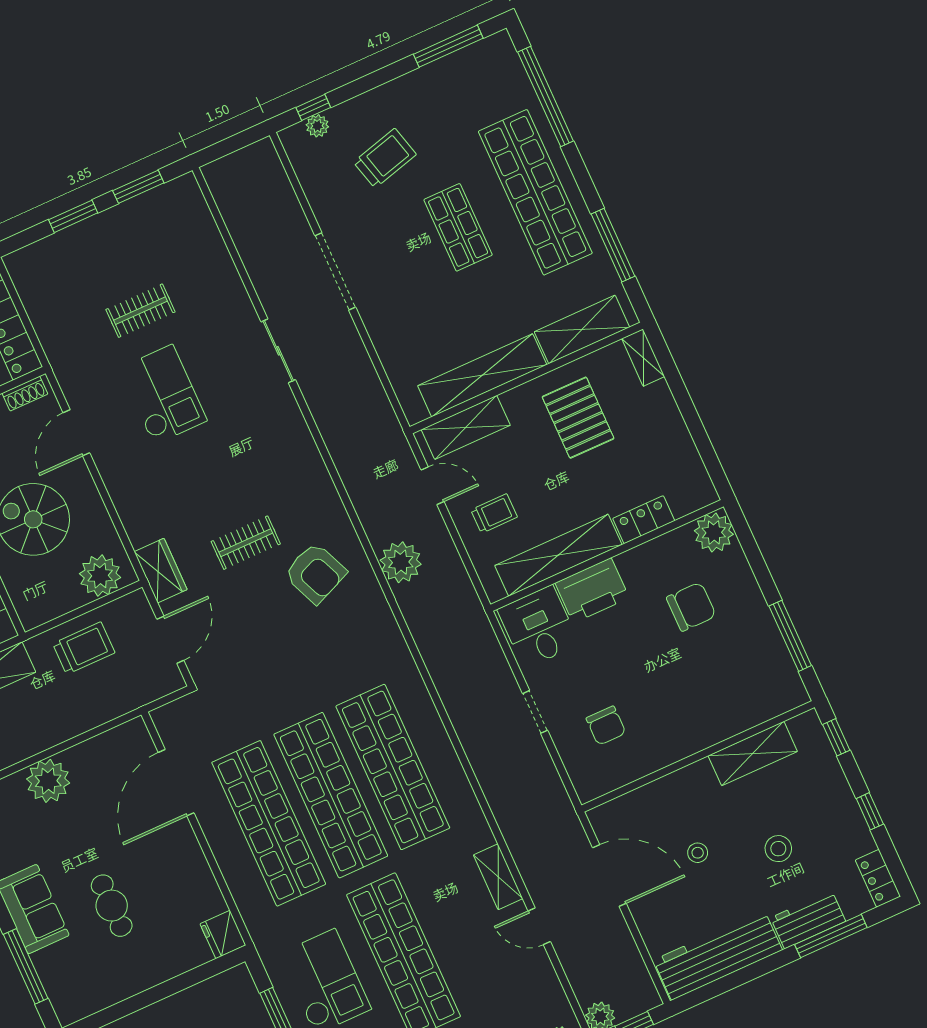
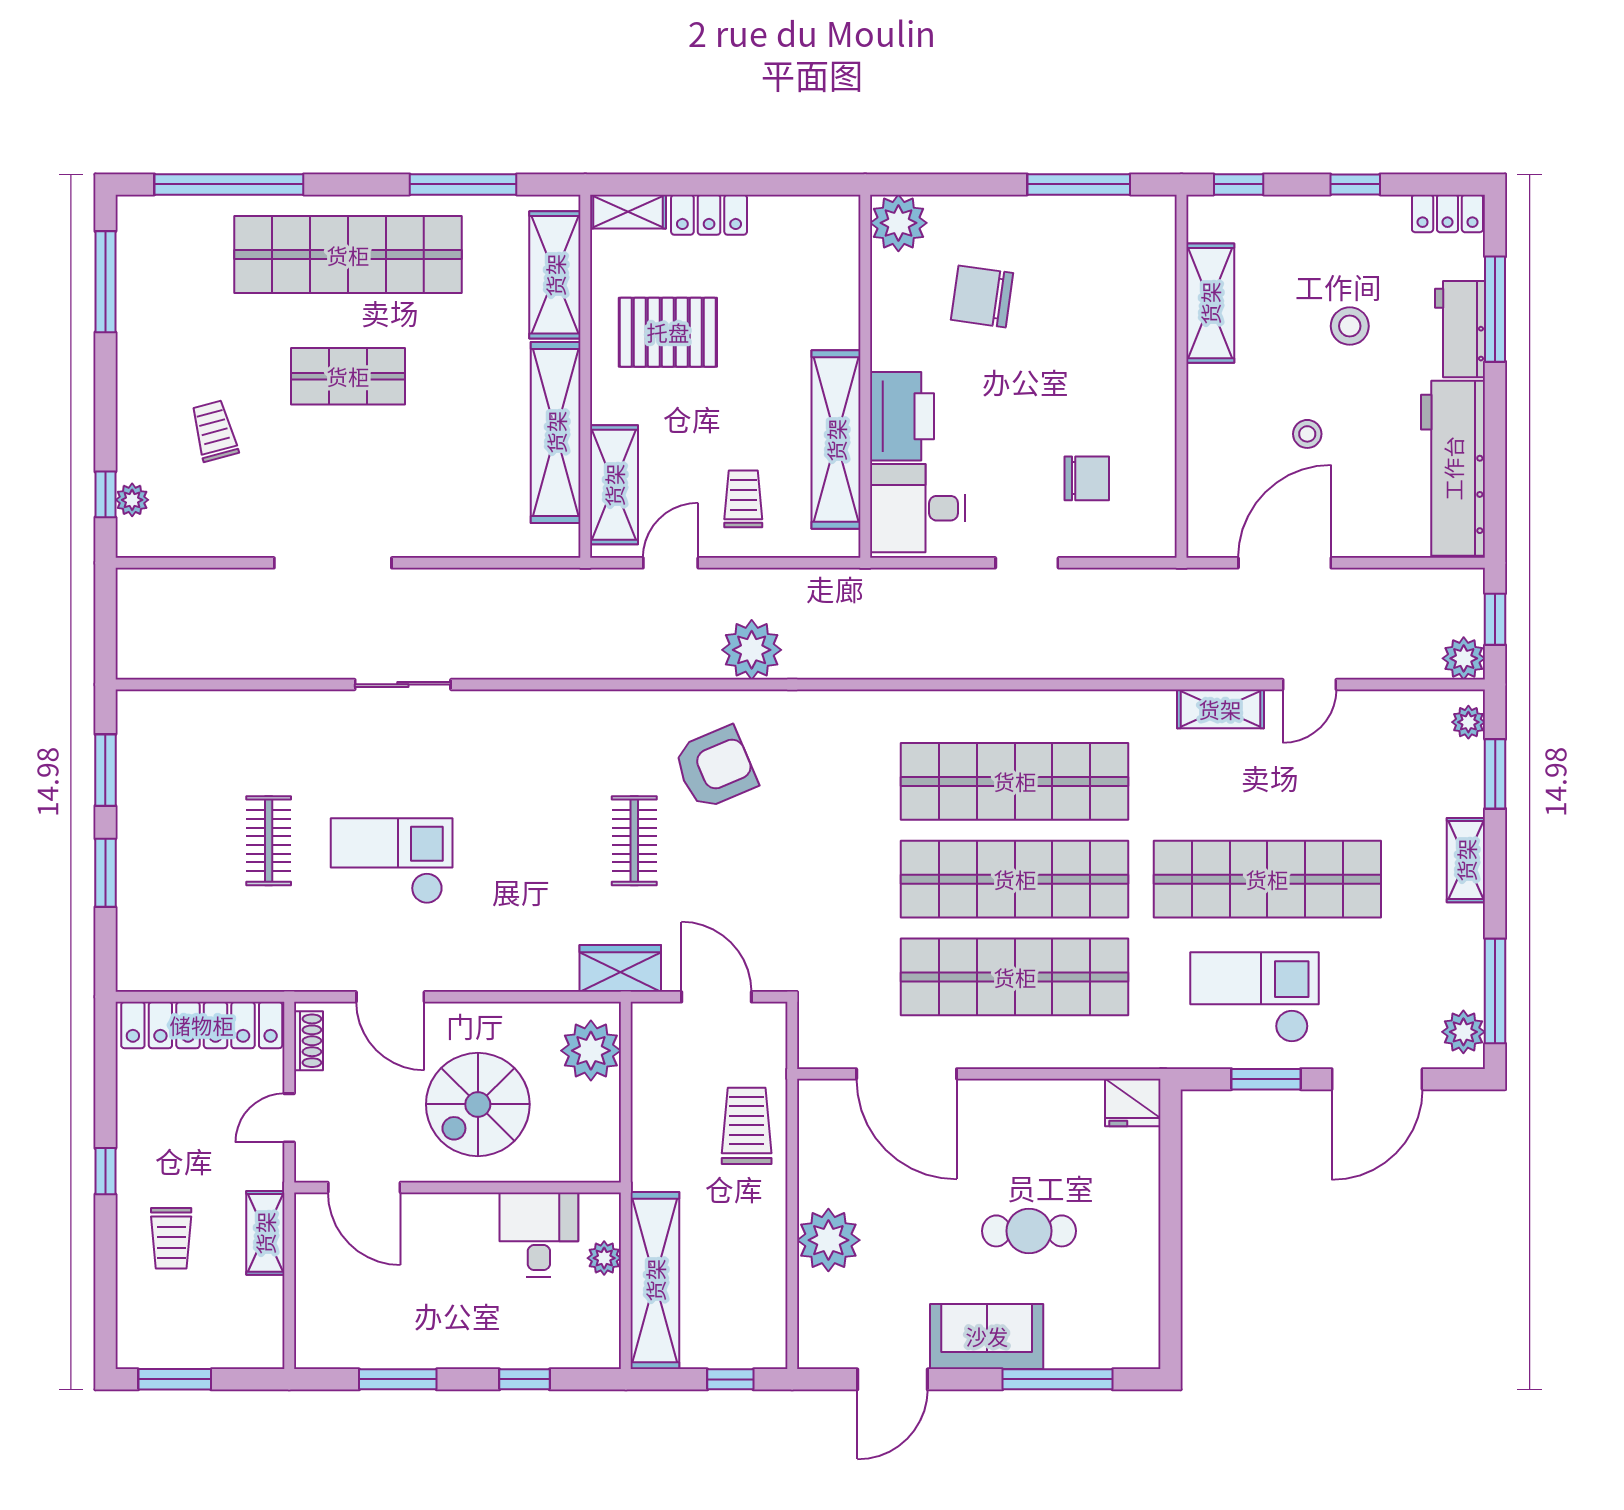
trolley: (385, 158) -> (214, 431), width x0.73, depth x0.72
locker: (644, 520) -> (709, 215), moved, turned -90
chair: (691, 607) -> (982, 296), turned -82
trolley: (84, 648) -> (747, 1126), moved

